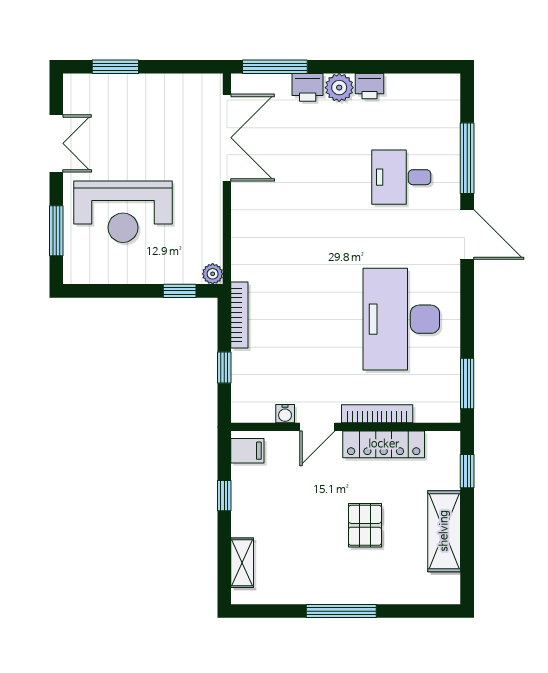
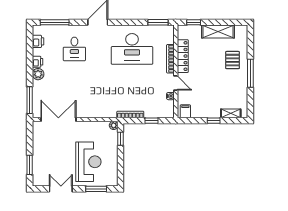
printer: (308, 87) -> (38, 41), moved
window: (467, 158) -> (55, 22), moved
window: (224, 496) -> (214, 121), moved
pallet: (365, 525) -> (233, 60), moved, turned 90

